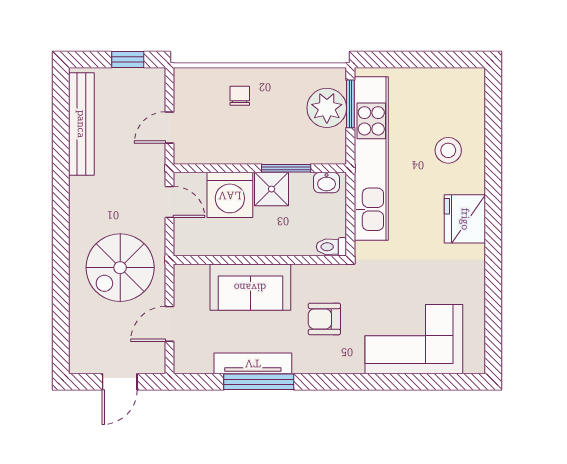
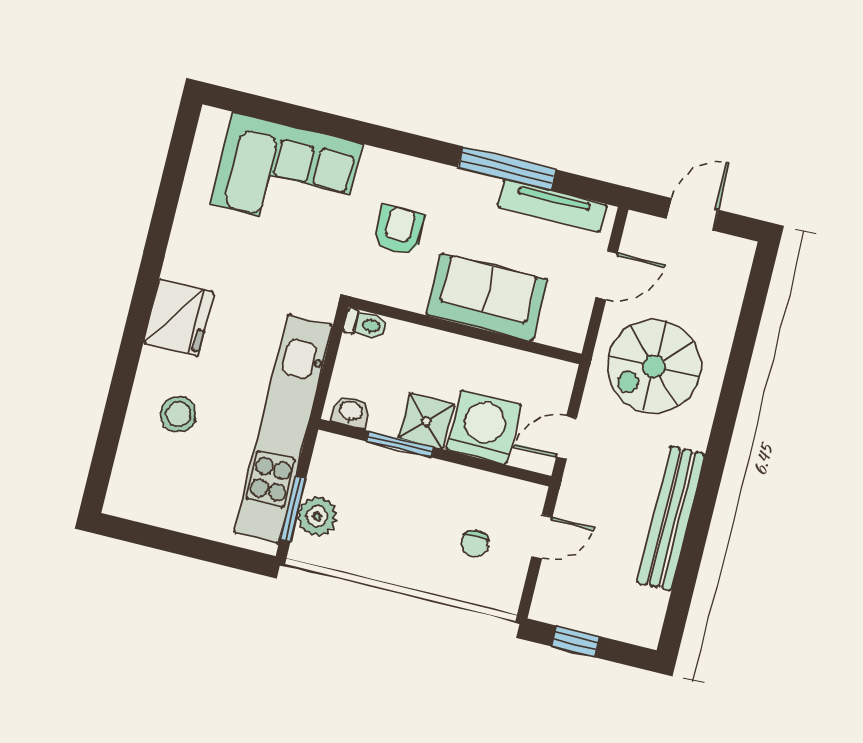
chair: (240, 96) -> (475, 544), moved
plant: (327, 108) -> (317, 516), width x0.73, depth x0.73
bench: (81, 124) -> (671, 518), moved
door: (170, 202) -> (566, 438), hinge flipped
spiral stairs: (120, 268) -> (654, 366), turned 180
armchair: (324, 319) -> (399, 231), turned -90
tv unit: (253, 363) -> (552, 206), moved

